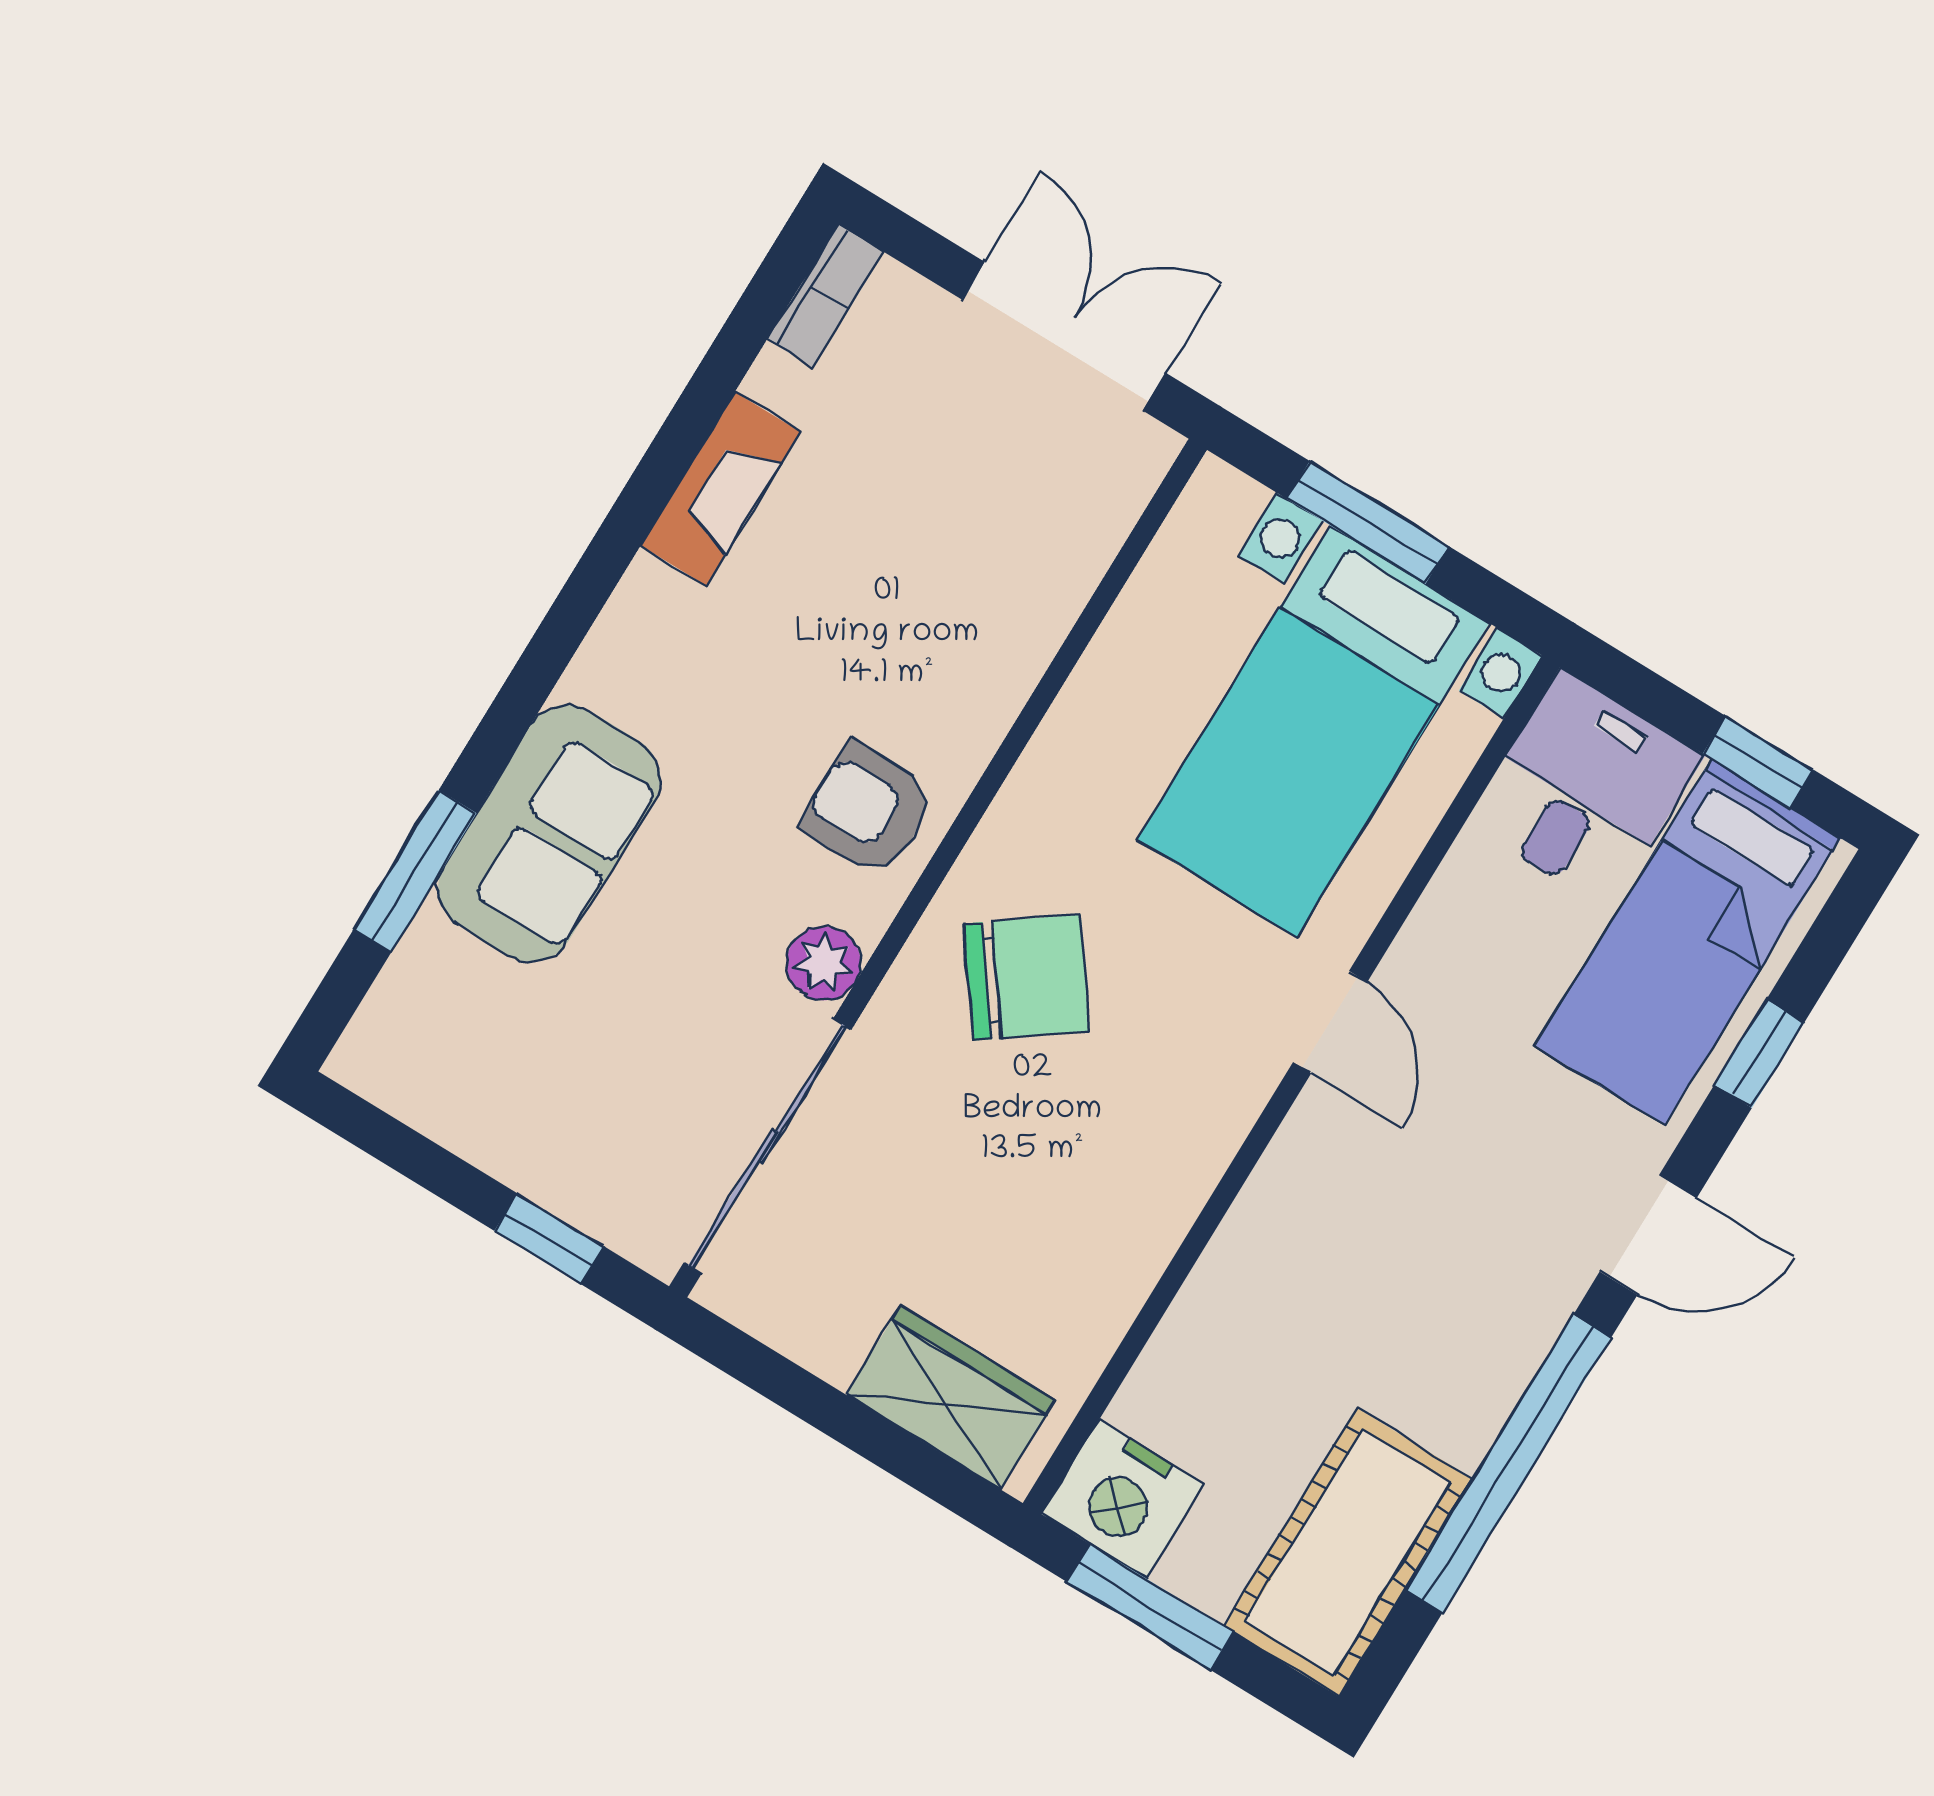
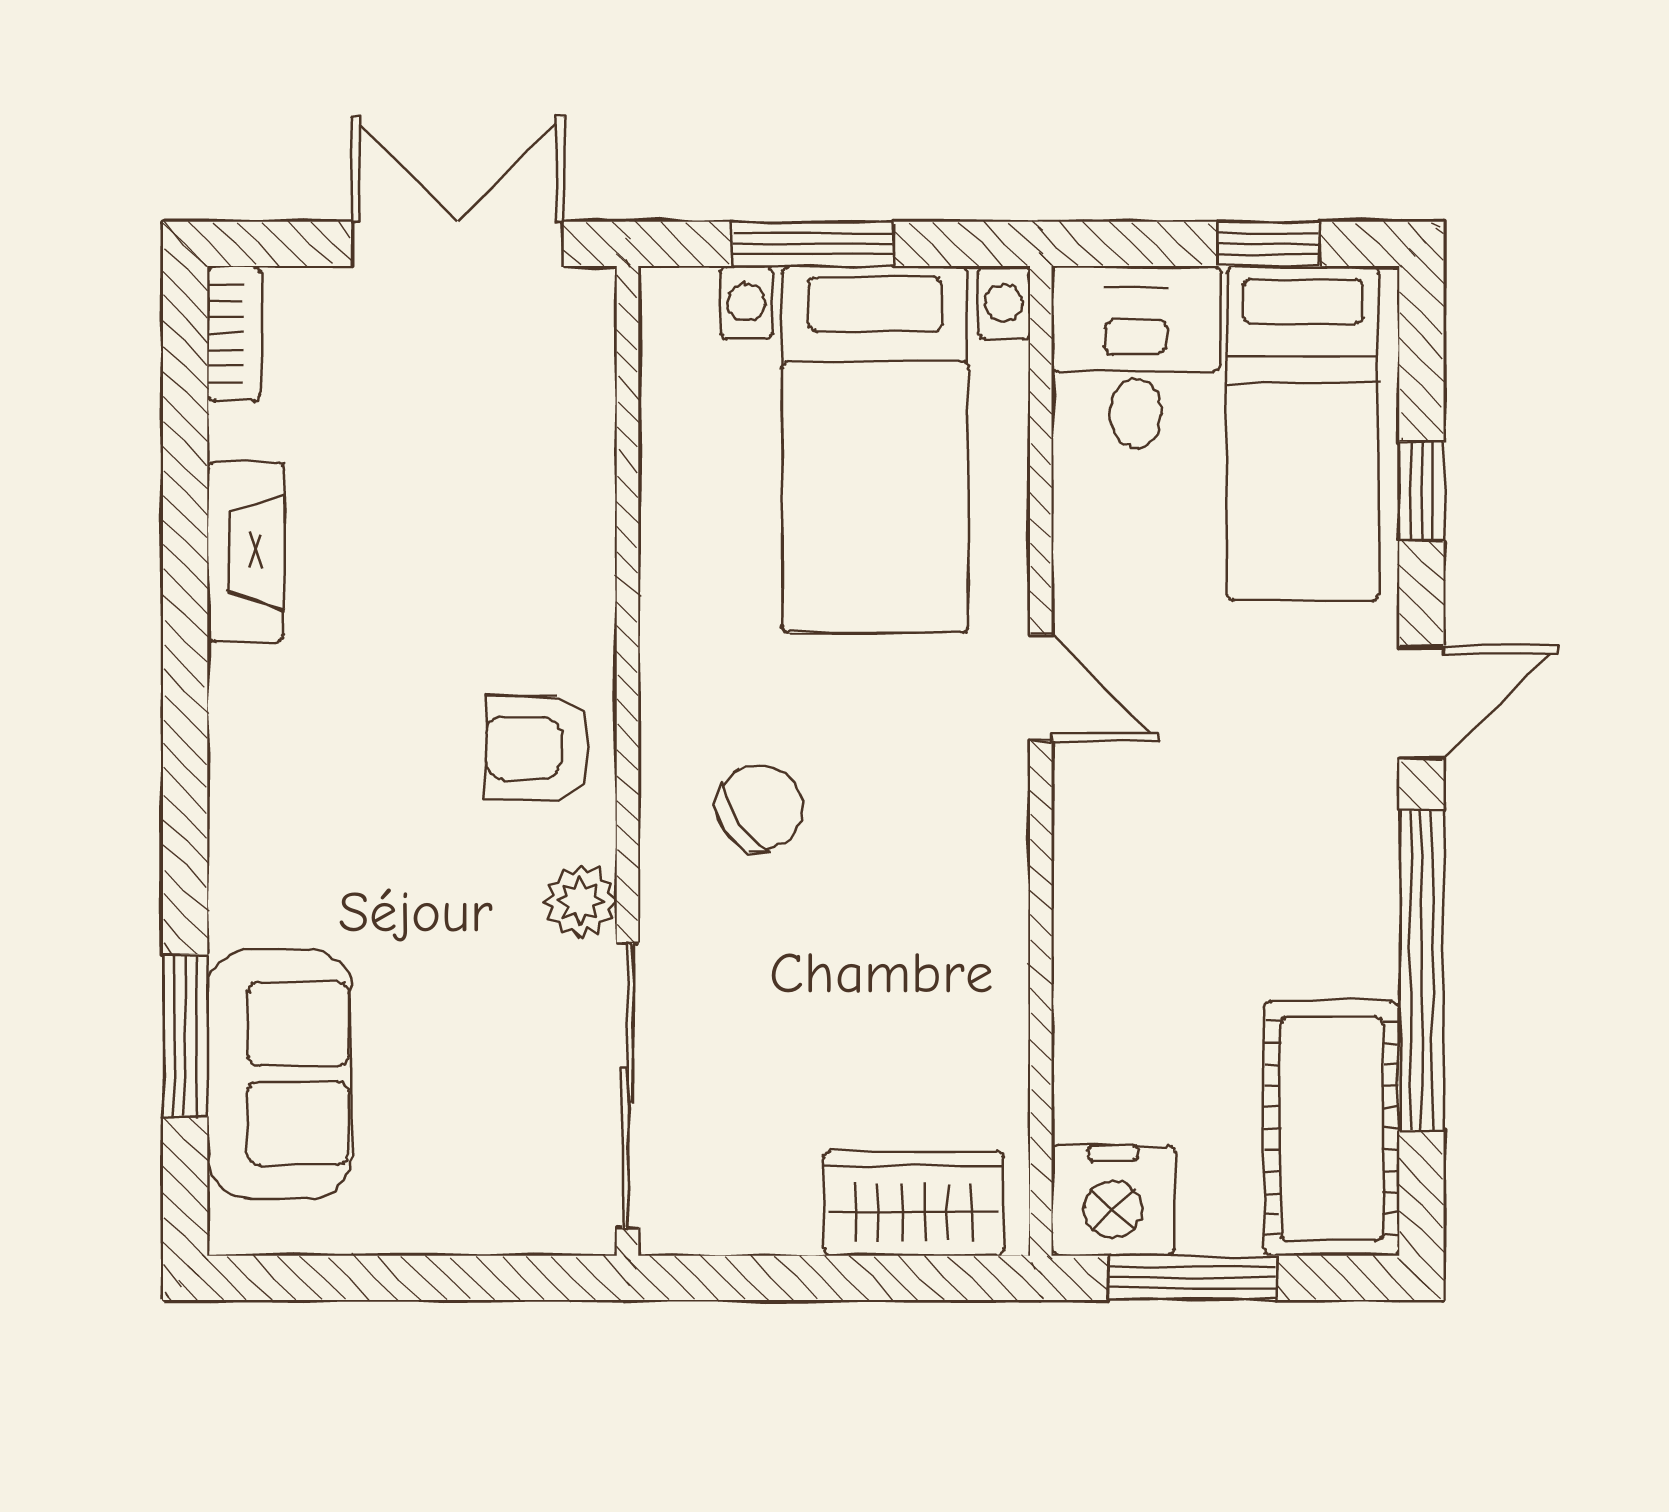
sofa: (549, 833) -> (279, 1074), moved
chair: (1027, 977) -> (760, 808), width x0.73, depth x0.73
window: (549, 1239) -> (490, 1278), removed

